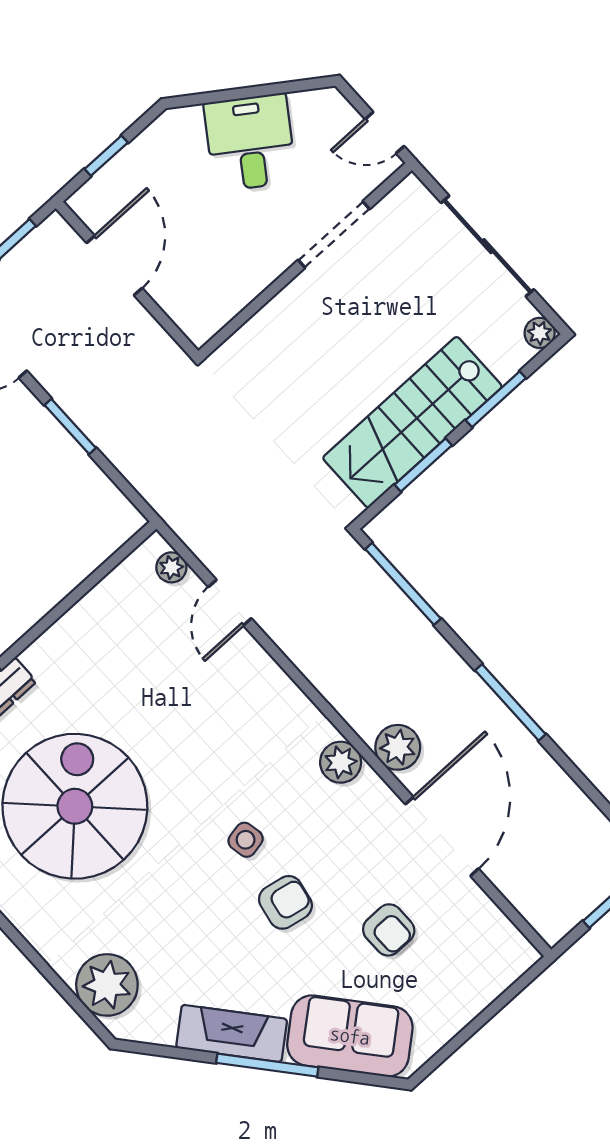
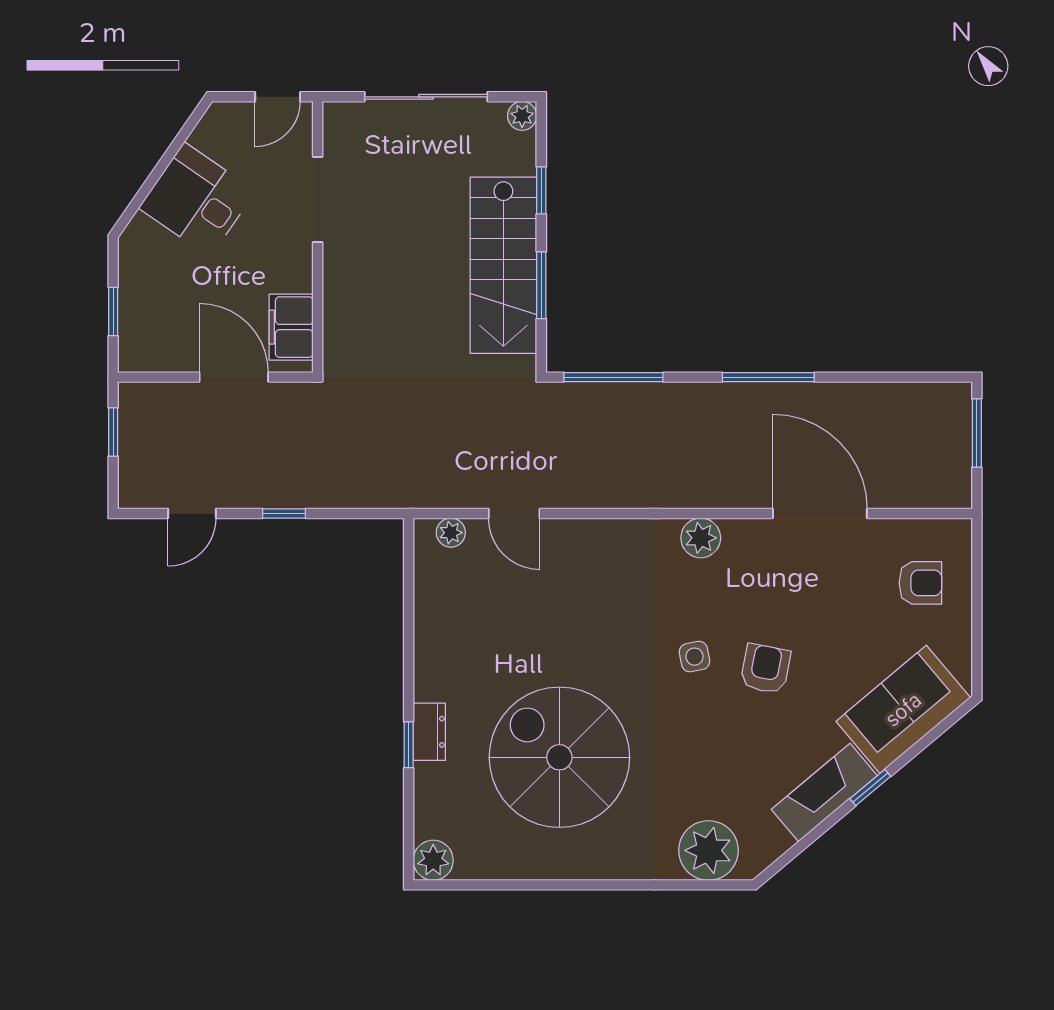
door: (114, 265) -> (234, 377), moved
filing cabinet: (218, 303) -> (291, 327), added
window: (496, 399) -> (541, 190), width x0.67
window: (70, 427) -> (284, 514), width x0.67
plant: (398, 747) -> (727, 487), removed
armchair: (389, 930) -> (920, 583), moved
window: (267, 1065) -> (870, 788), width x0.46

